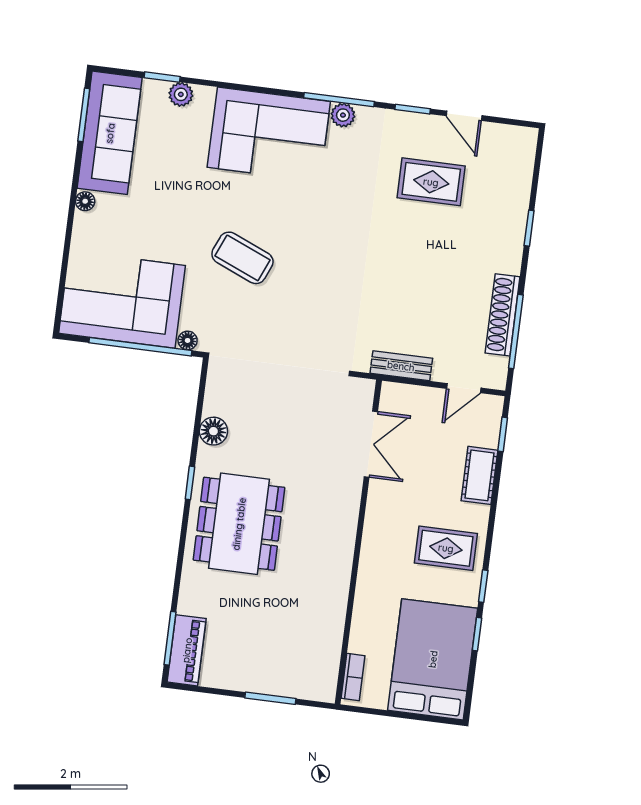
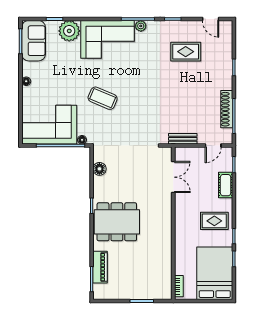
plant: (181, 94) -> (69, 31), width x1.87, depth x1.87
door: (464, 116) -> (211, 19), moved
sofa: (110, 133) -> (34, 41), width x0.73
floor lamp: (213, 431) -> (99, 169), moved
dining table: (239, 524) -> (117, 222), turned 90
piano: (187, 650) -> (100, 267), moved

